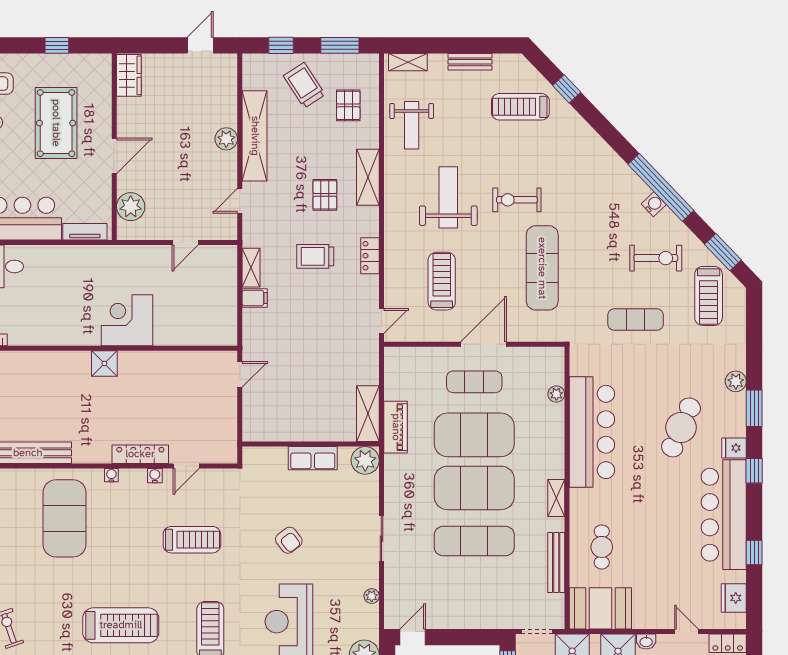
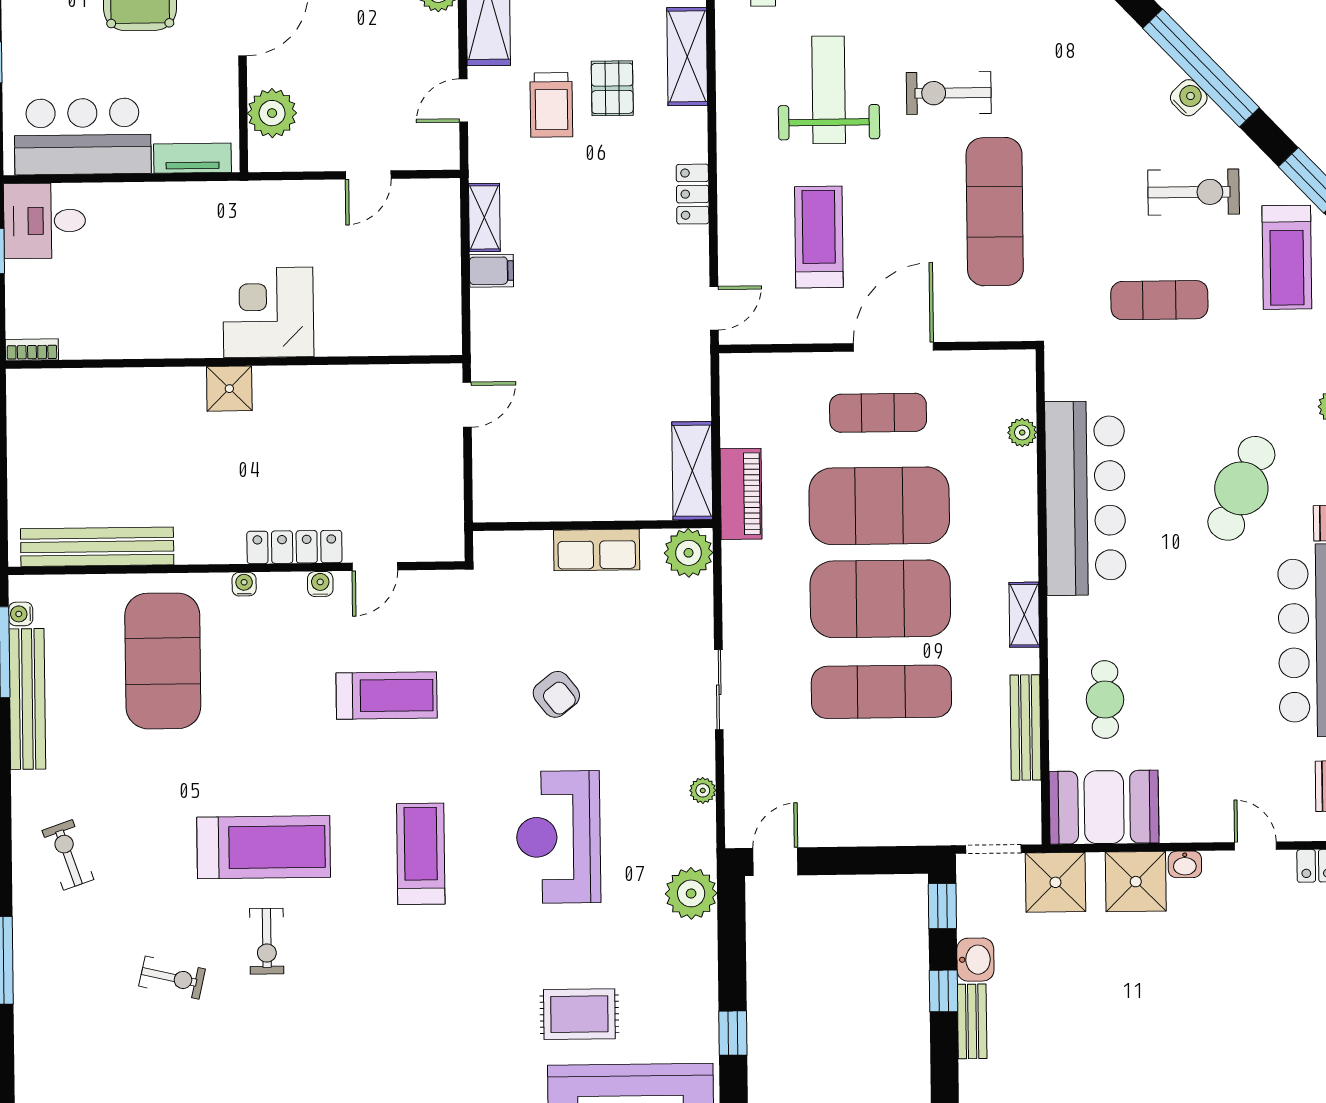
trolley: (315, 256) -> (551, 105), moved, turned -90

